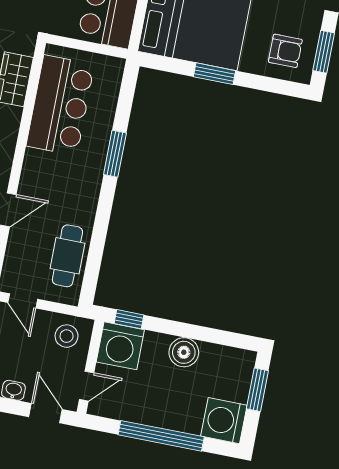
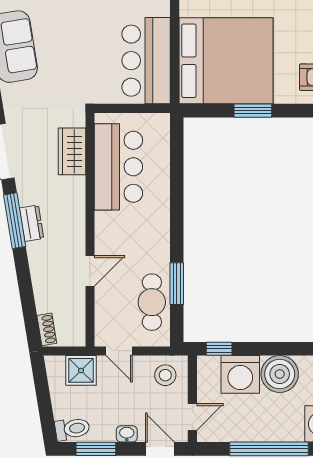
window: (115, 154) -> (177, 284), moved
washing machine: (120, 346) -> (240, 374), moved
boiler: (184, 352) -> (280, 374), width x1.37, depth x1.37

